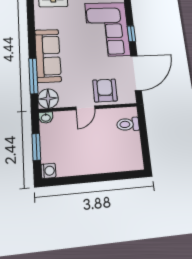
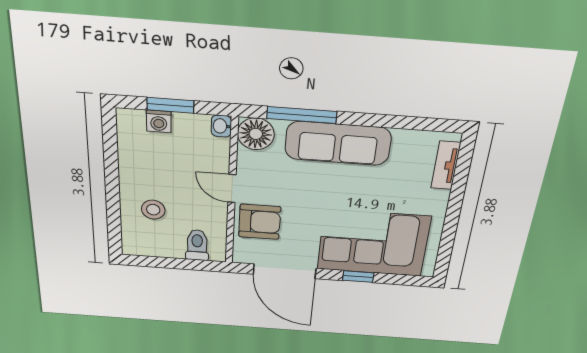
stool: (108, 152) -> (153, 210), added
washing machine: (48, 171) -> (159, 121), moved

